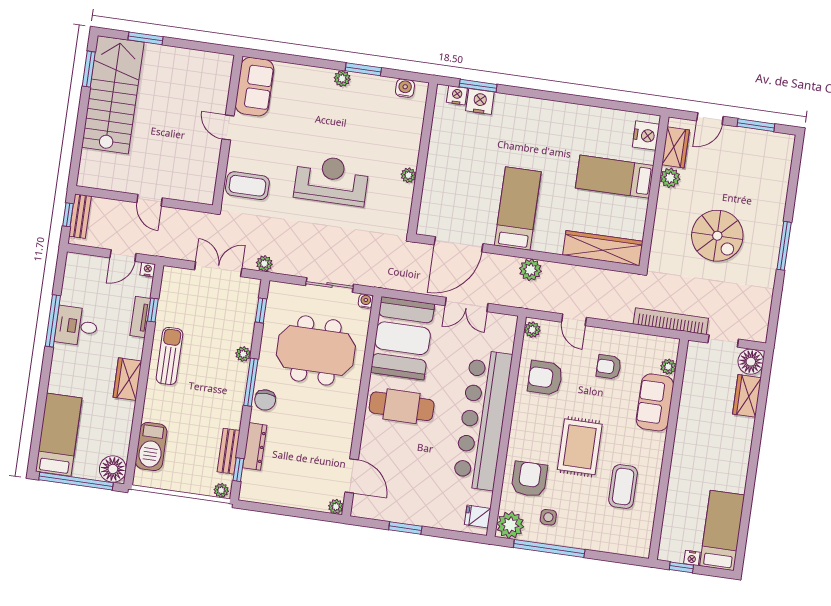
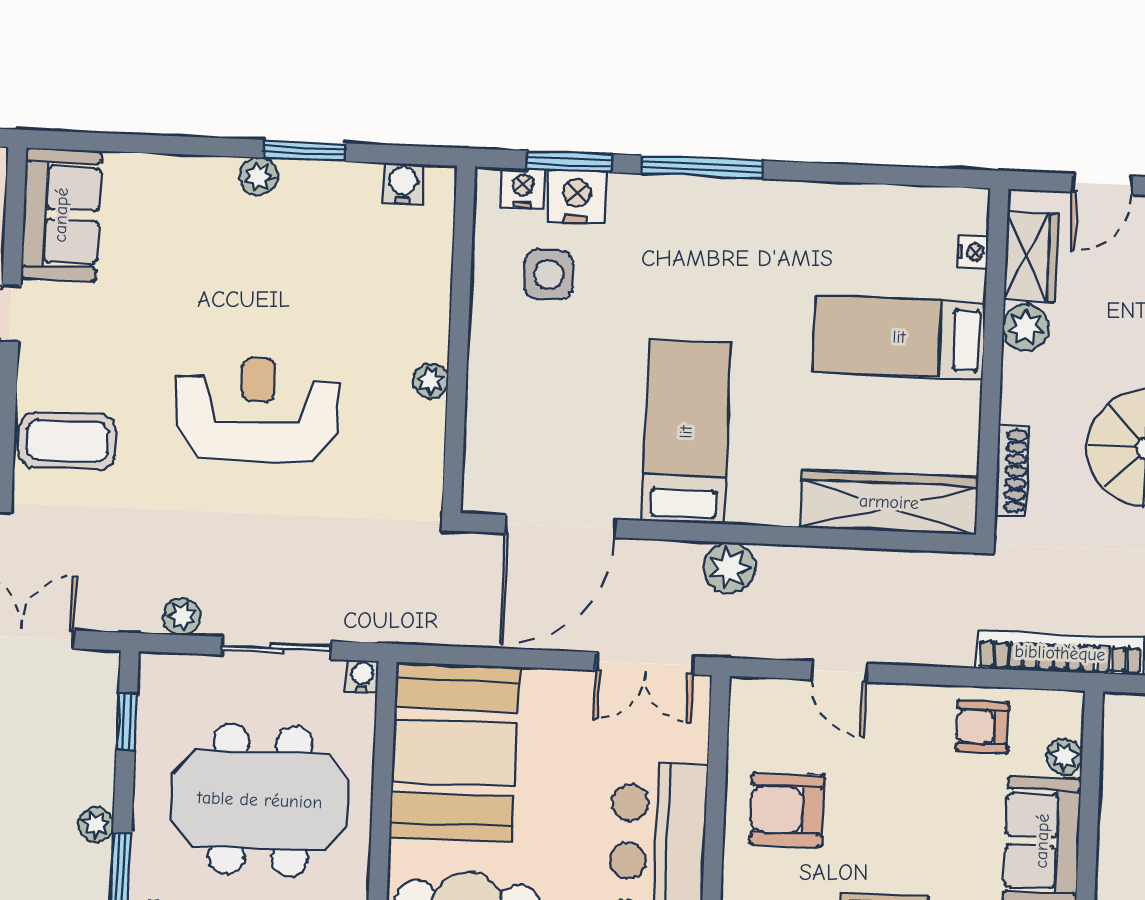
window: (536, 94) -> (702, 167), added
side table: (464, 134) -> (549, 275), added
nightstand: (646, 136) -> (973, 252), width x0.53, depth x0.56
shoe rack: (658, 240) -> (1012, 471), added
plant: (264, 264) -> (182, 616), moved
double door: (466, 304) -> (645, 663), moved
plant: (532, 330) -> (747, 703), removed
armchair: (609, 367) -> (983, 727), moved

